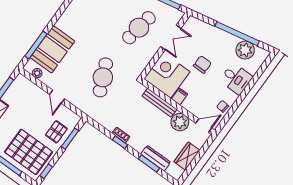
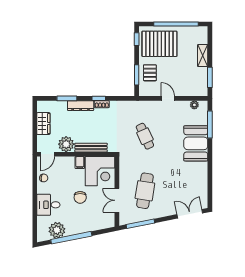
booth: (52, 49) -> (196, 143), moved
cafe table: (103, 77) -> (145, 136), width x0.73, depth x0.74
dresser: (156, 158) -> (81, 106), moved

